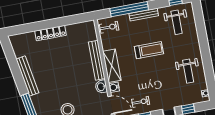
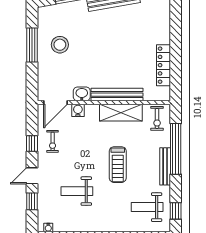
locker: (51, 33) -> (163, 65), moved
shelving: (112, 66) -> (121, 113), moved
weight bench: (188, 71) -> (77, 191), moved

